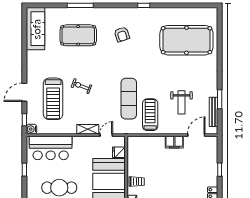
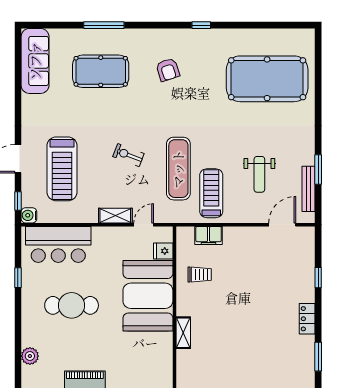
exercise bike: (81, 86) -> (128, 155), moved
filing cabinet: (174, 142) -> (209, 235), moved
trolley: (137, 182) -> (200, 274), moved

